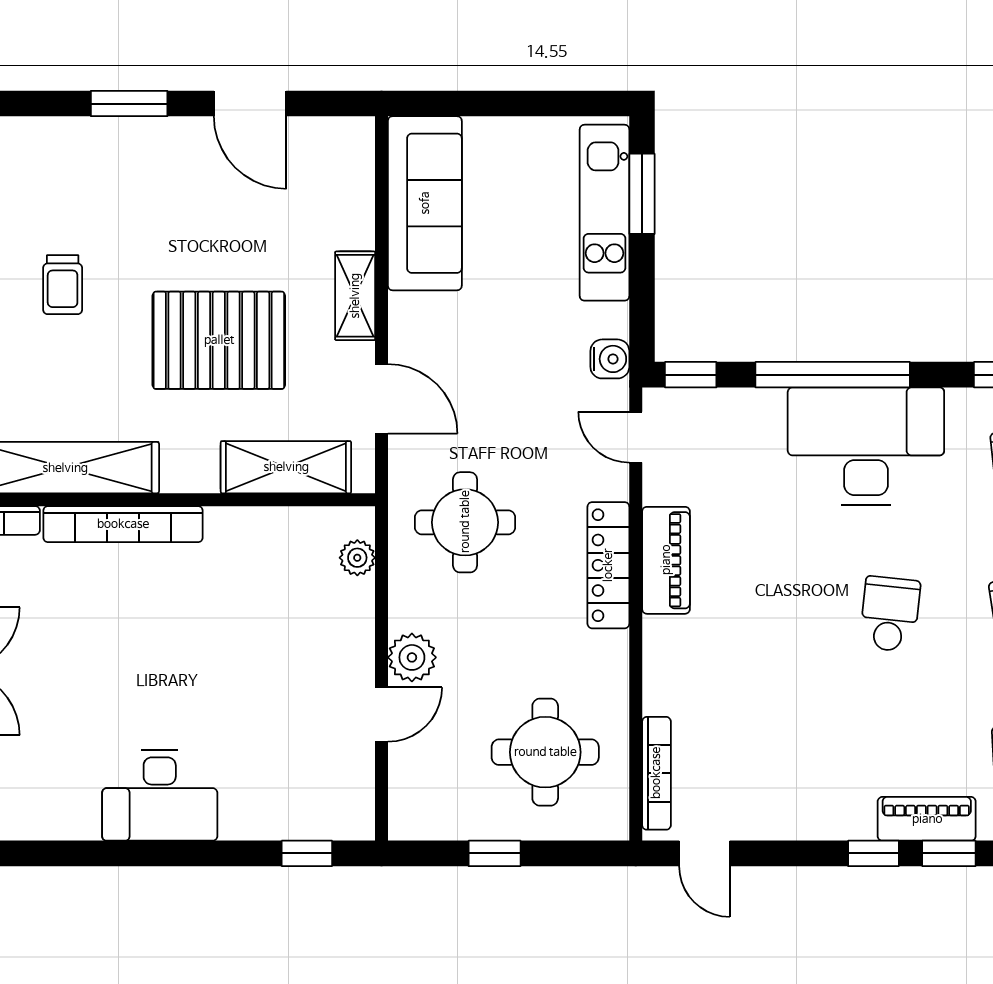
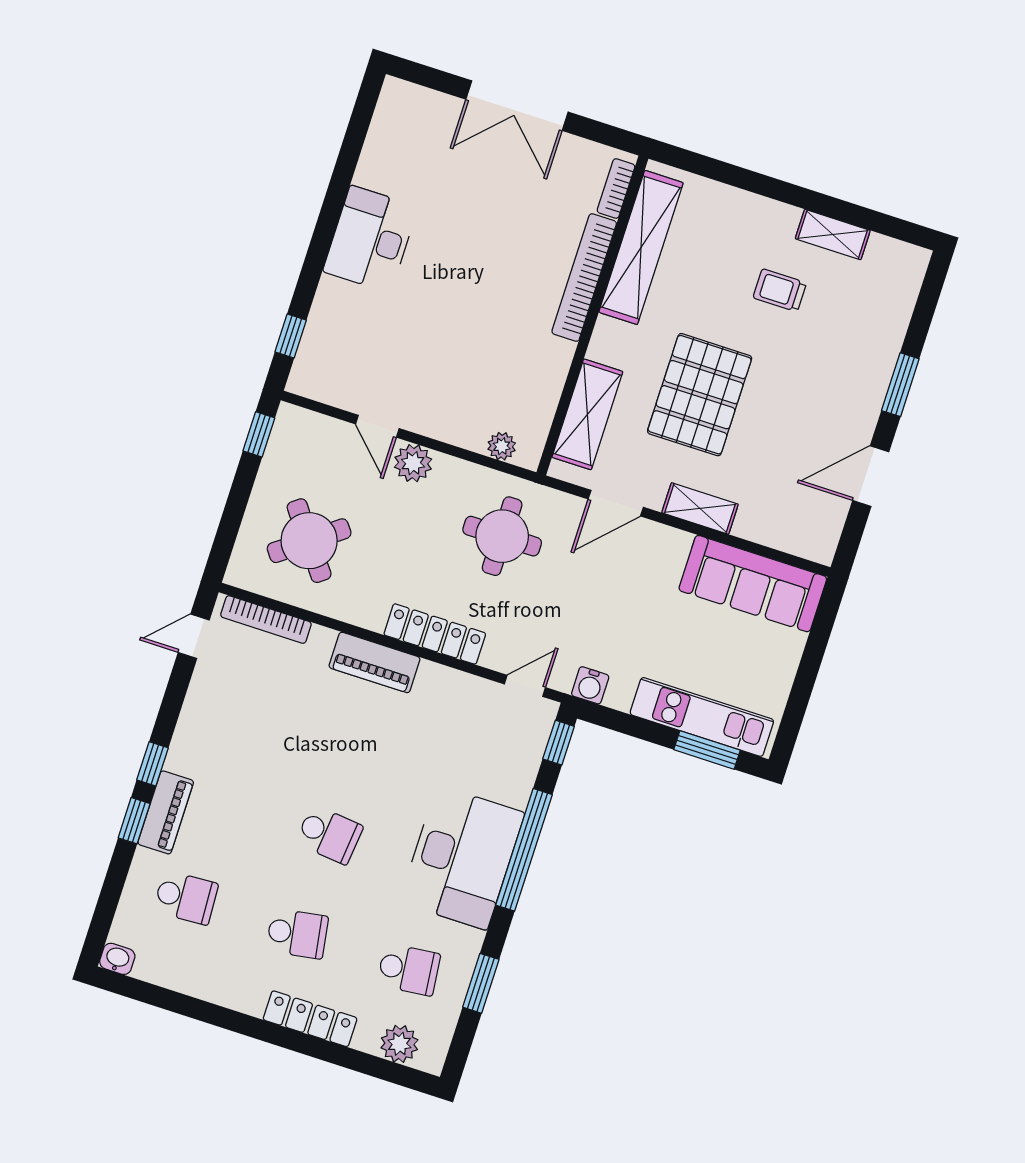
piano: (666, 560) -> (374, 662), moved
round table: (545, 752) -> (309, 541), turned -37
window: (495, 853) -> (259, 434), moved

